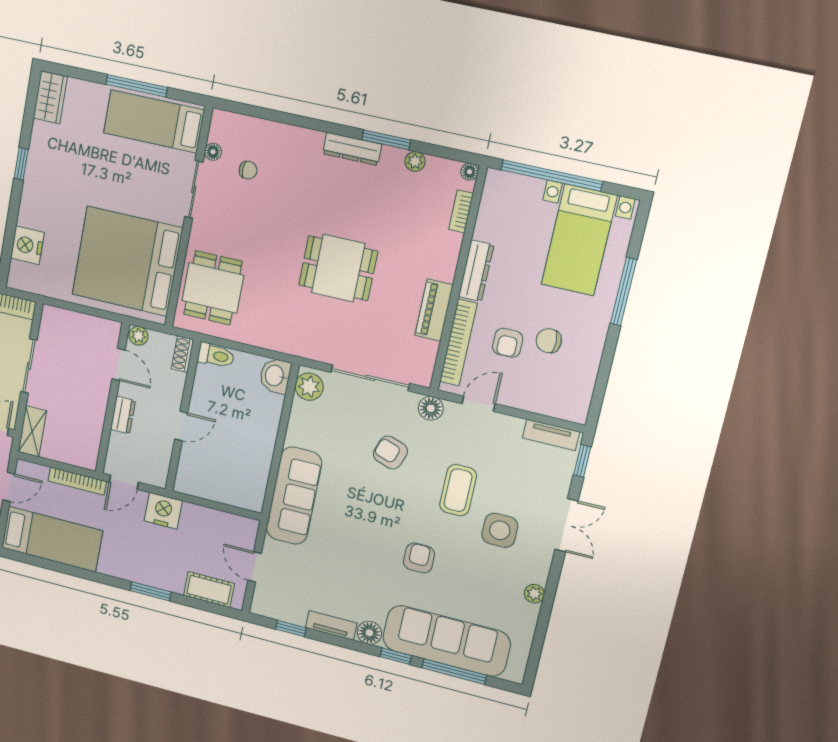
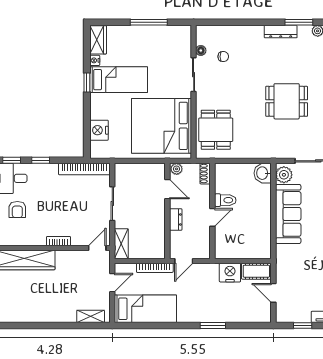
bed: (154, 121) -> (119, 80), moved, turned 180
nightstand: (39, 130) -> (95, 60), added
toilet: (216, 356) -> (225, 200), moved
sofa: (294, 496) -> (288, 214), moved
nightstand: (163, 511) -> (230, 273), moved
cot: (209, 590) -> (256, 271), moved

